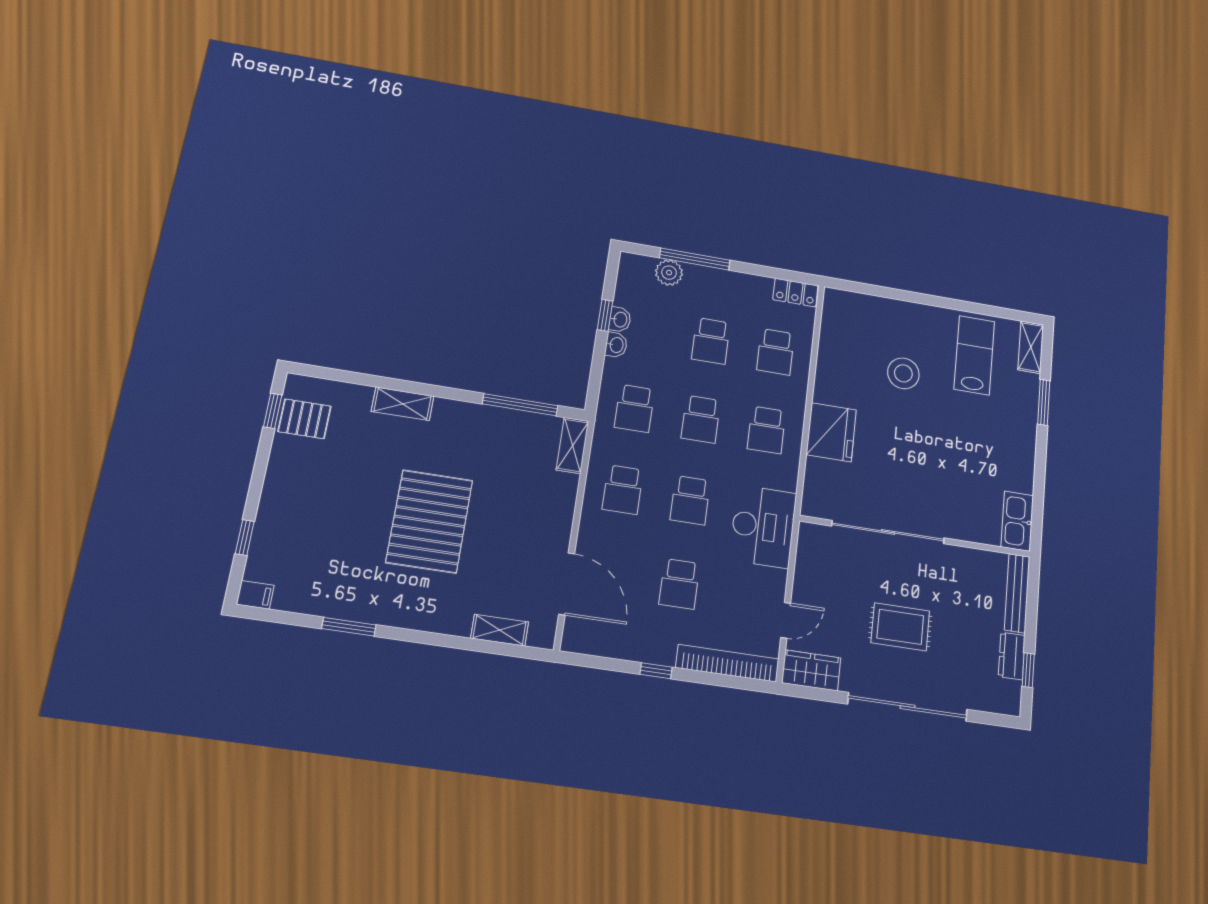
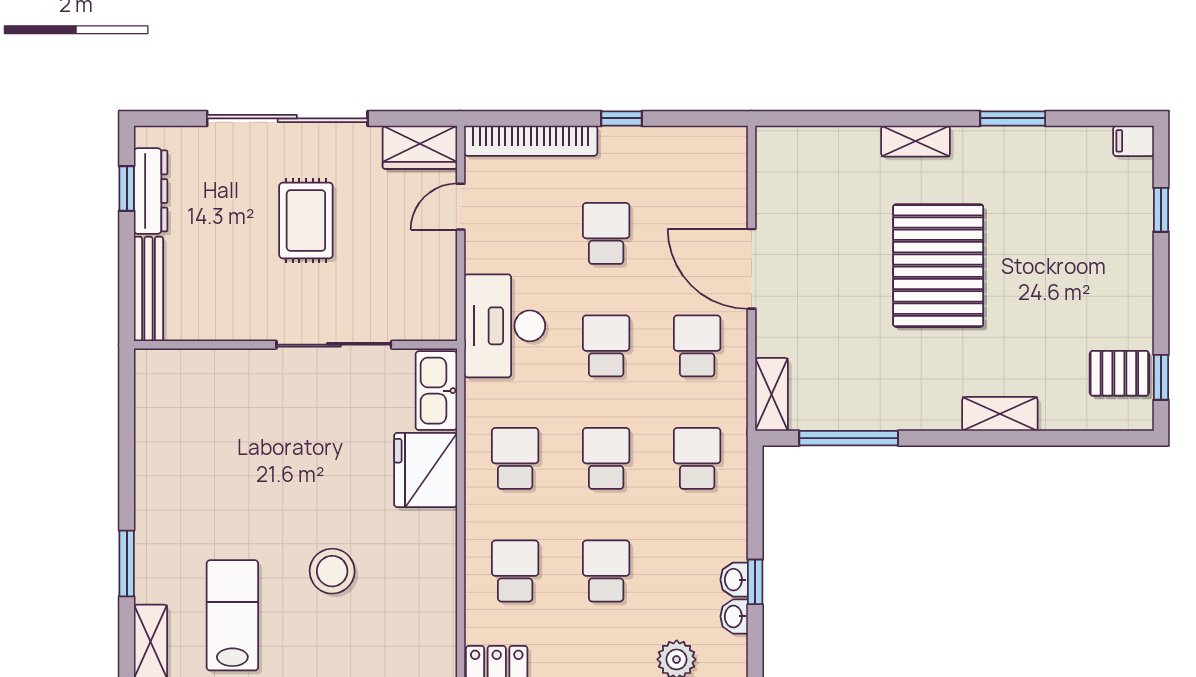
washbasin: (616, 345) -> (734, 616), moved
lab bench: (974, 355) -> (232, 615), turned 180
kitchen sink: (1017, 521) -> (436, 391), moved, turned 180
sliding door: (888, 532) -> (334, 345), width x0.73
door: (567, 584) -> (752, 269), moved
rug: (900, 627) -> (306, 221), turned 90
shelving: (500, 630) -> (916, 141), moved
dresser: (1012, 656) -> (151, 191), width x1.44

